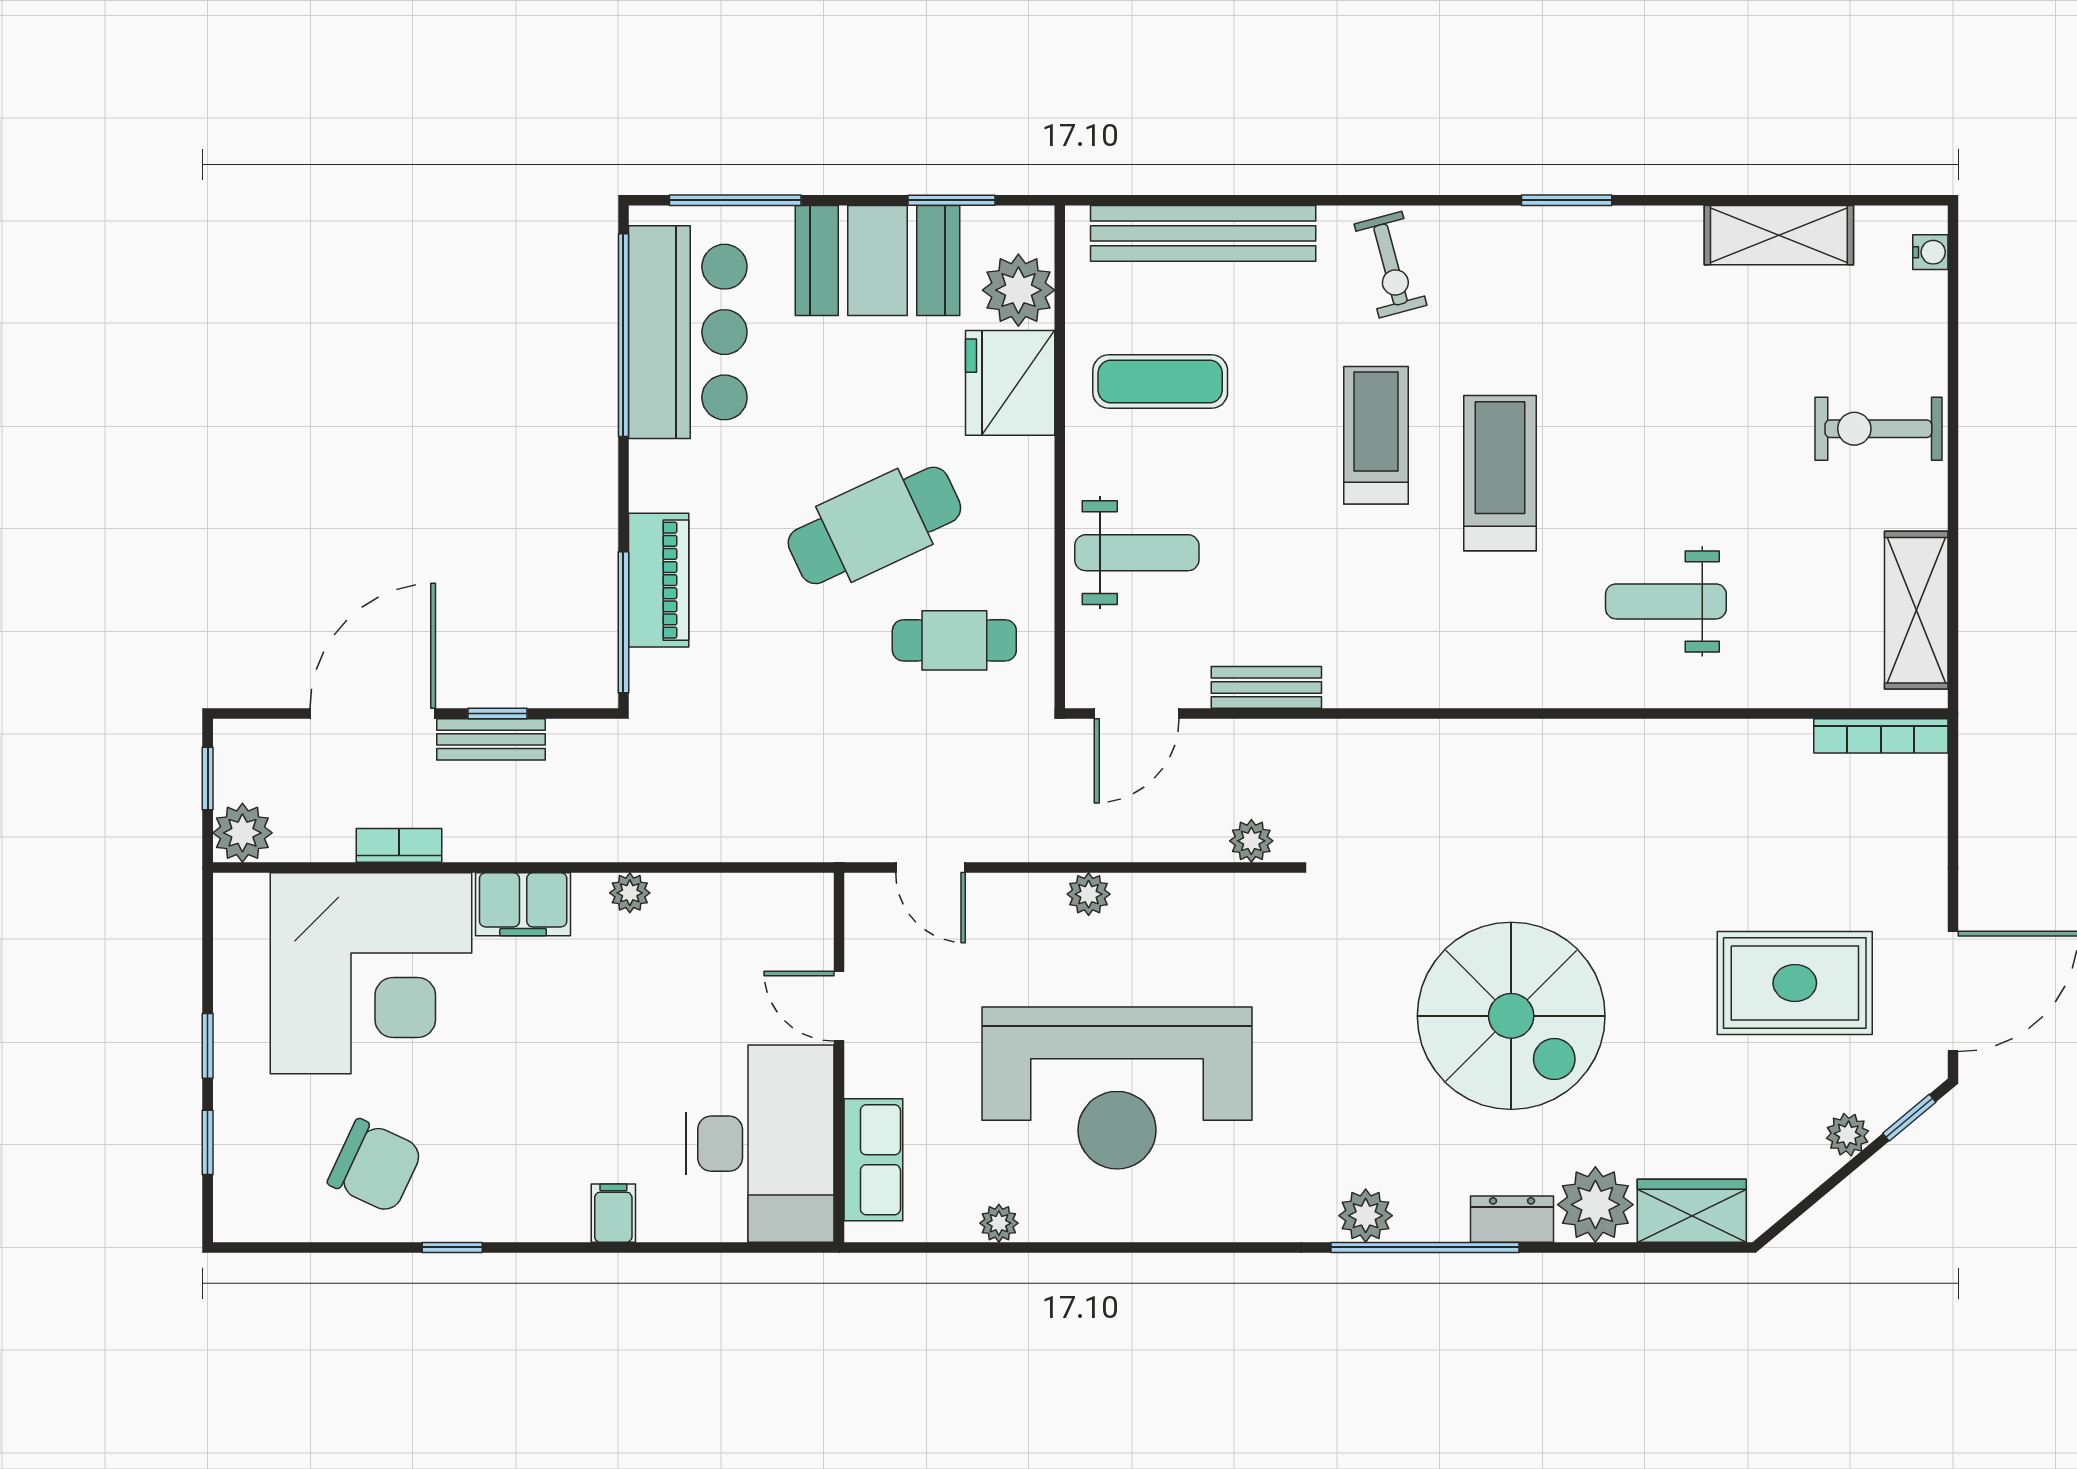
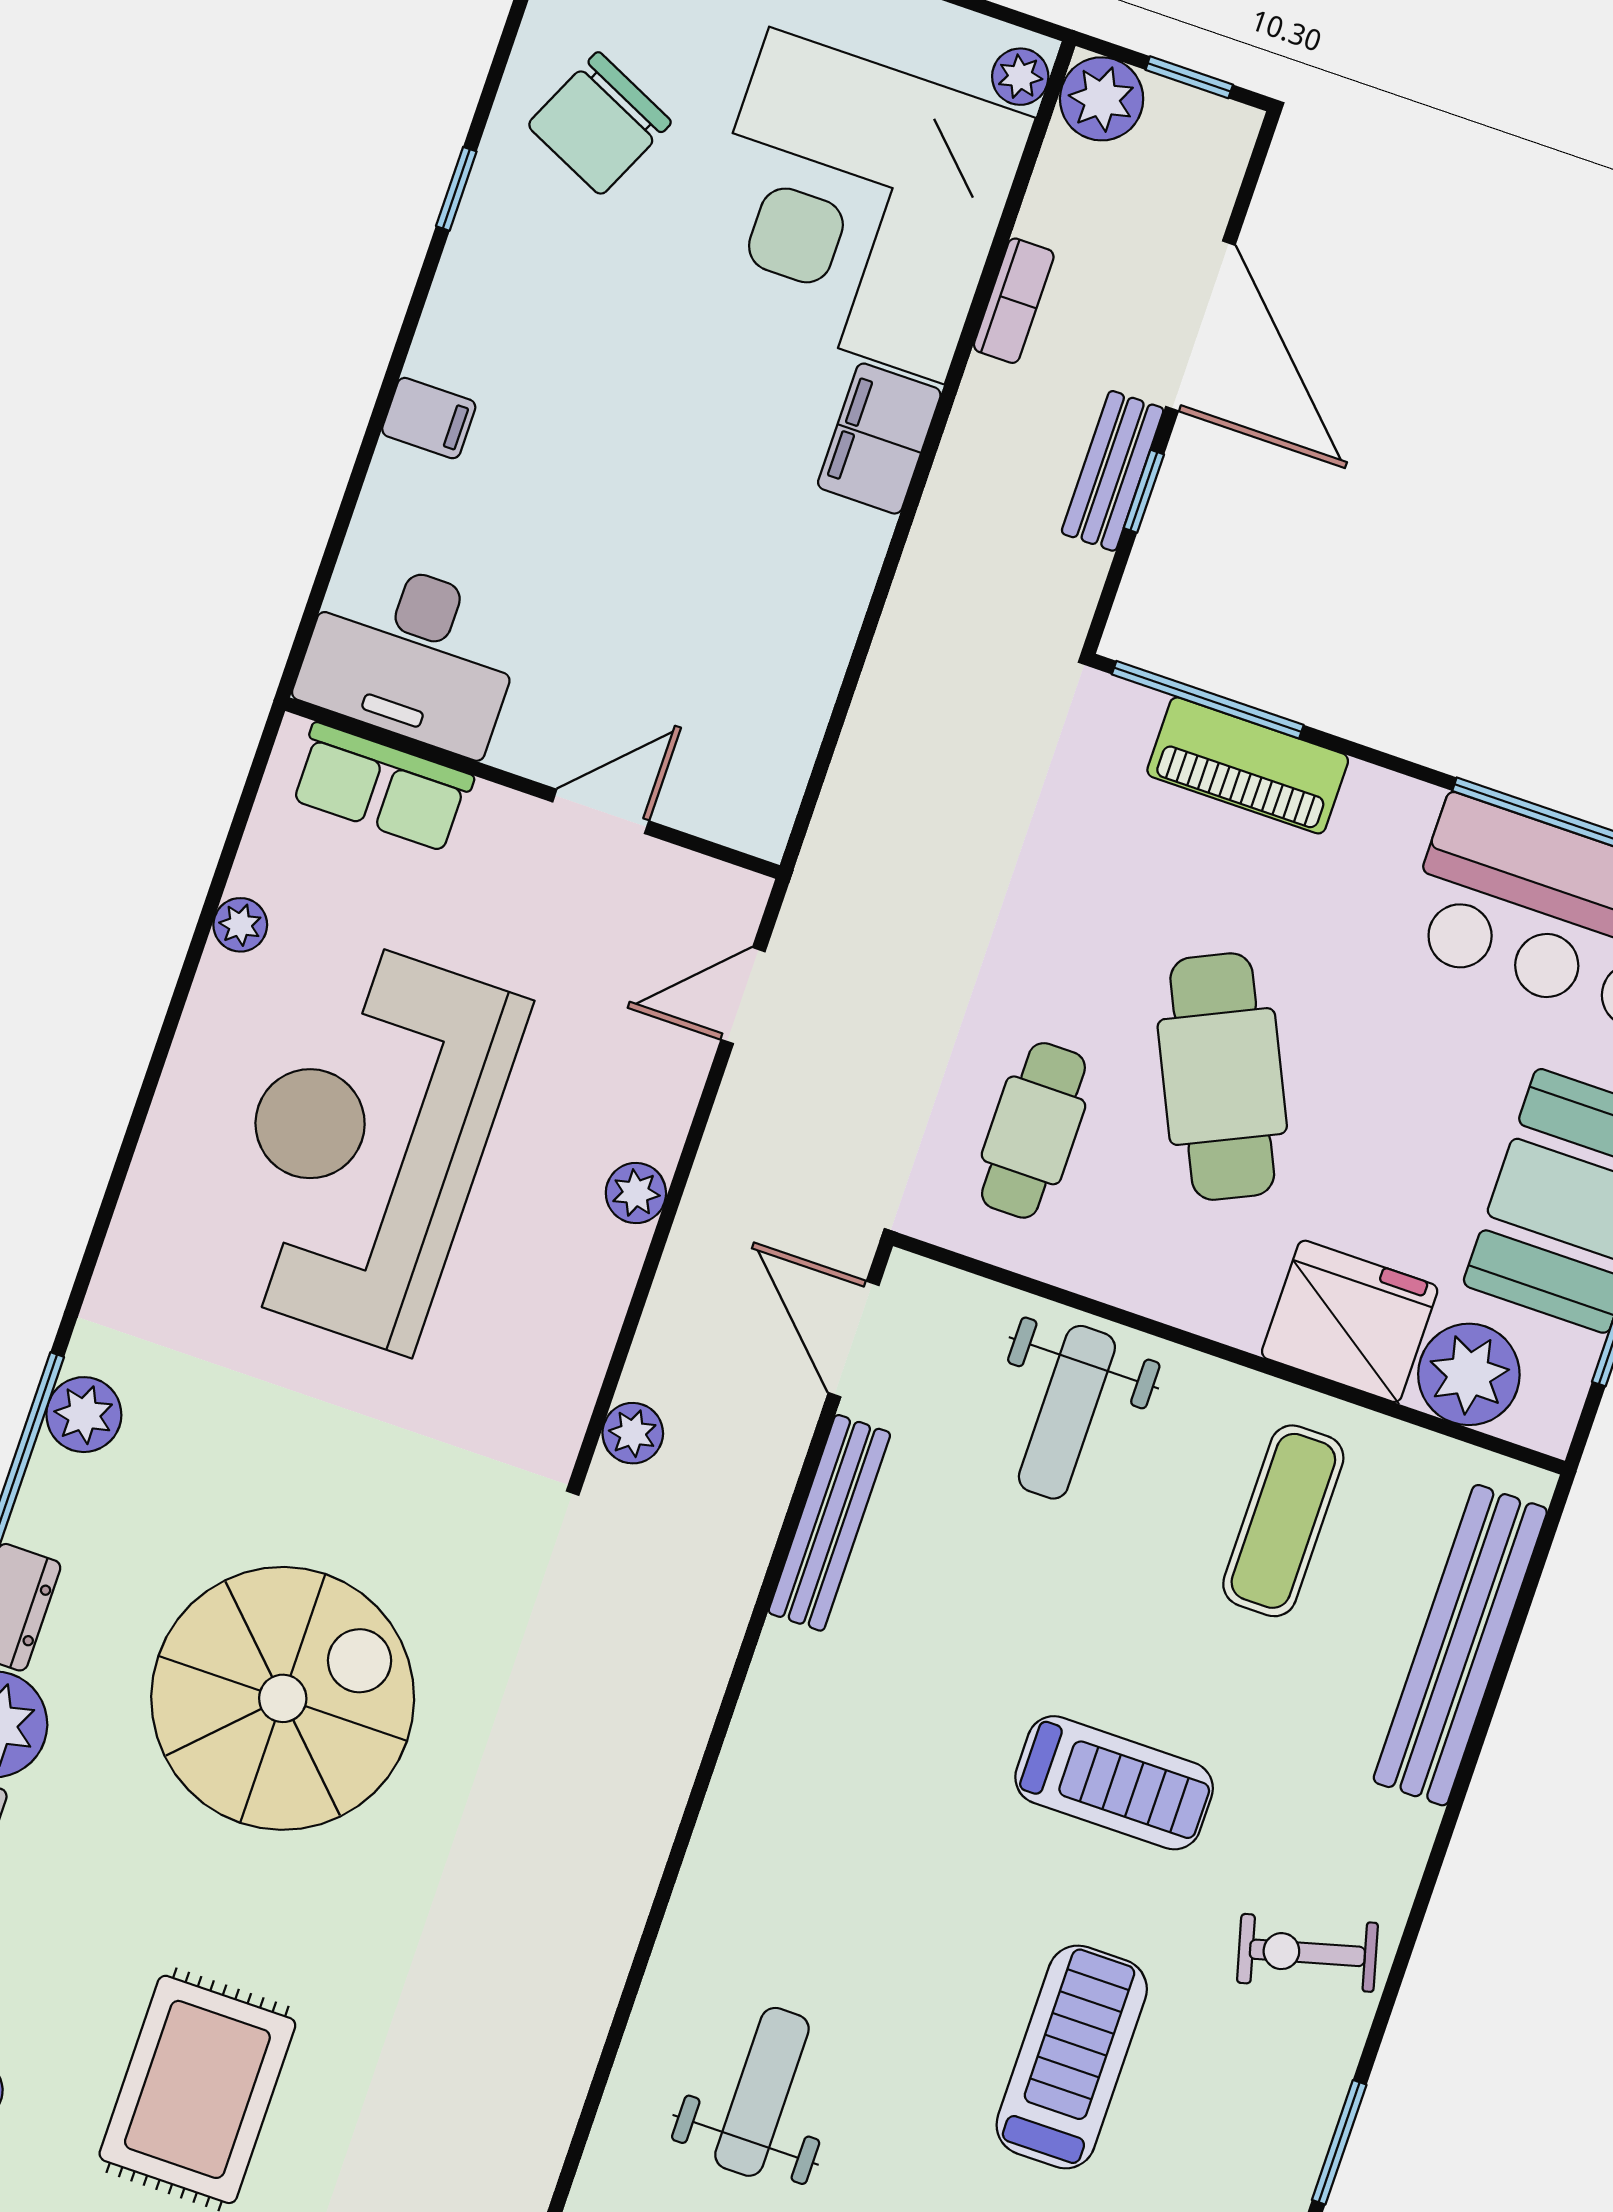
exercise bike: (1391, 265) -> (1307, 1953), moved
treadmill: (1500, 473) -> (1072, 2057), moved, turned -90
bench: (1266, 687) -> (829, 1523), width x1.36
plant: (630, 893) -> (1020, 77), moved
spiral stairs: (1511, 1016) -> (283, 1698), turned 180
desk: (760, 1144) -> (412, 655), width x0.73, depth x0.77

